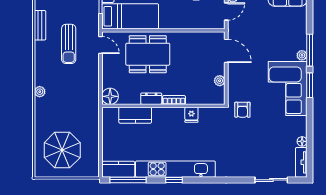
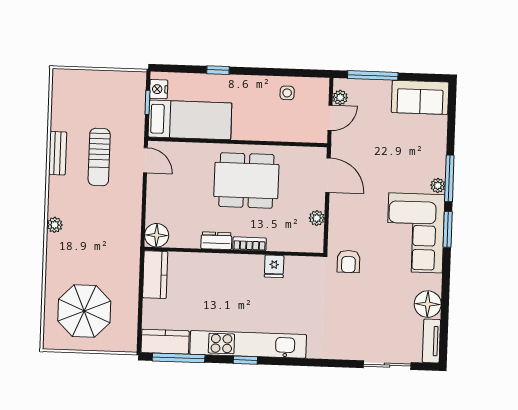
bench: (40, 25) -> (58, 153), moved
dining table: (148, 54) -> (246, 181), moved
kitchen counter: (135, 115) -> (155, 275), moved, turned -90
floor lamp: (302, 141) -> (428, 304), width x1.89, depth x1.89

